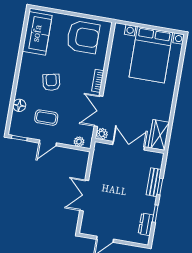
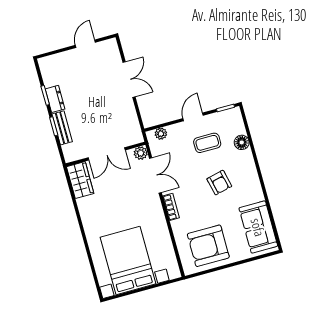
dresser: (146, 224) -> (55, 99), moved

